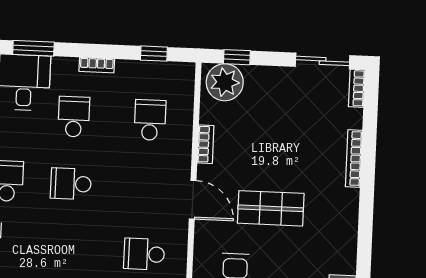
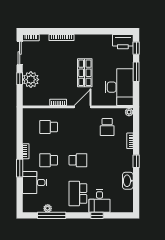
window: (33, 48) -> (20, 168), moved
window: (154, 54) -> (20, 127), removed
window: (237, 57) -> (20, 79), moved
plant: (225, 82) -> (31, 80), moved
school desk: (71, 184) -> (78, 160), turned -90

